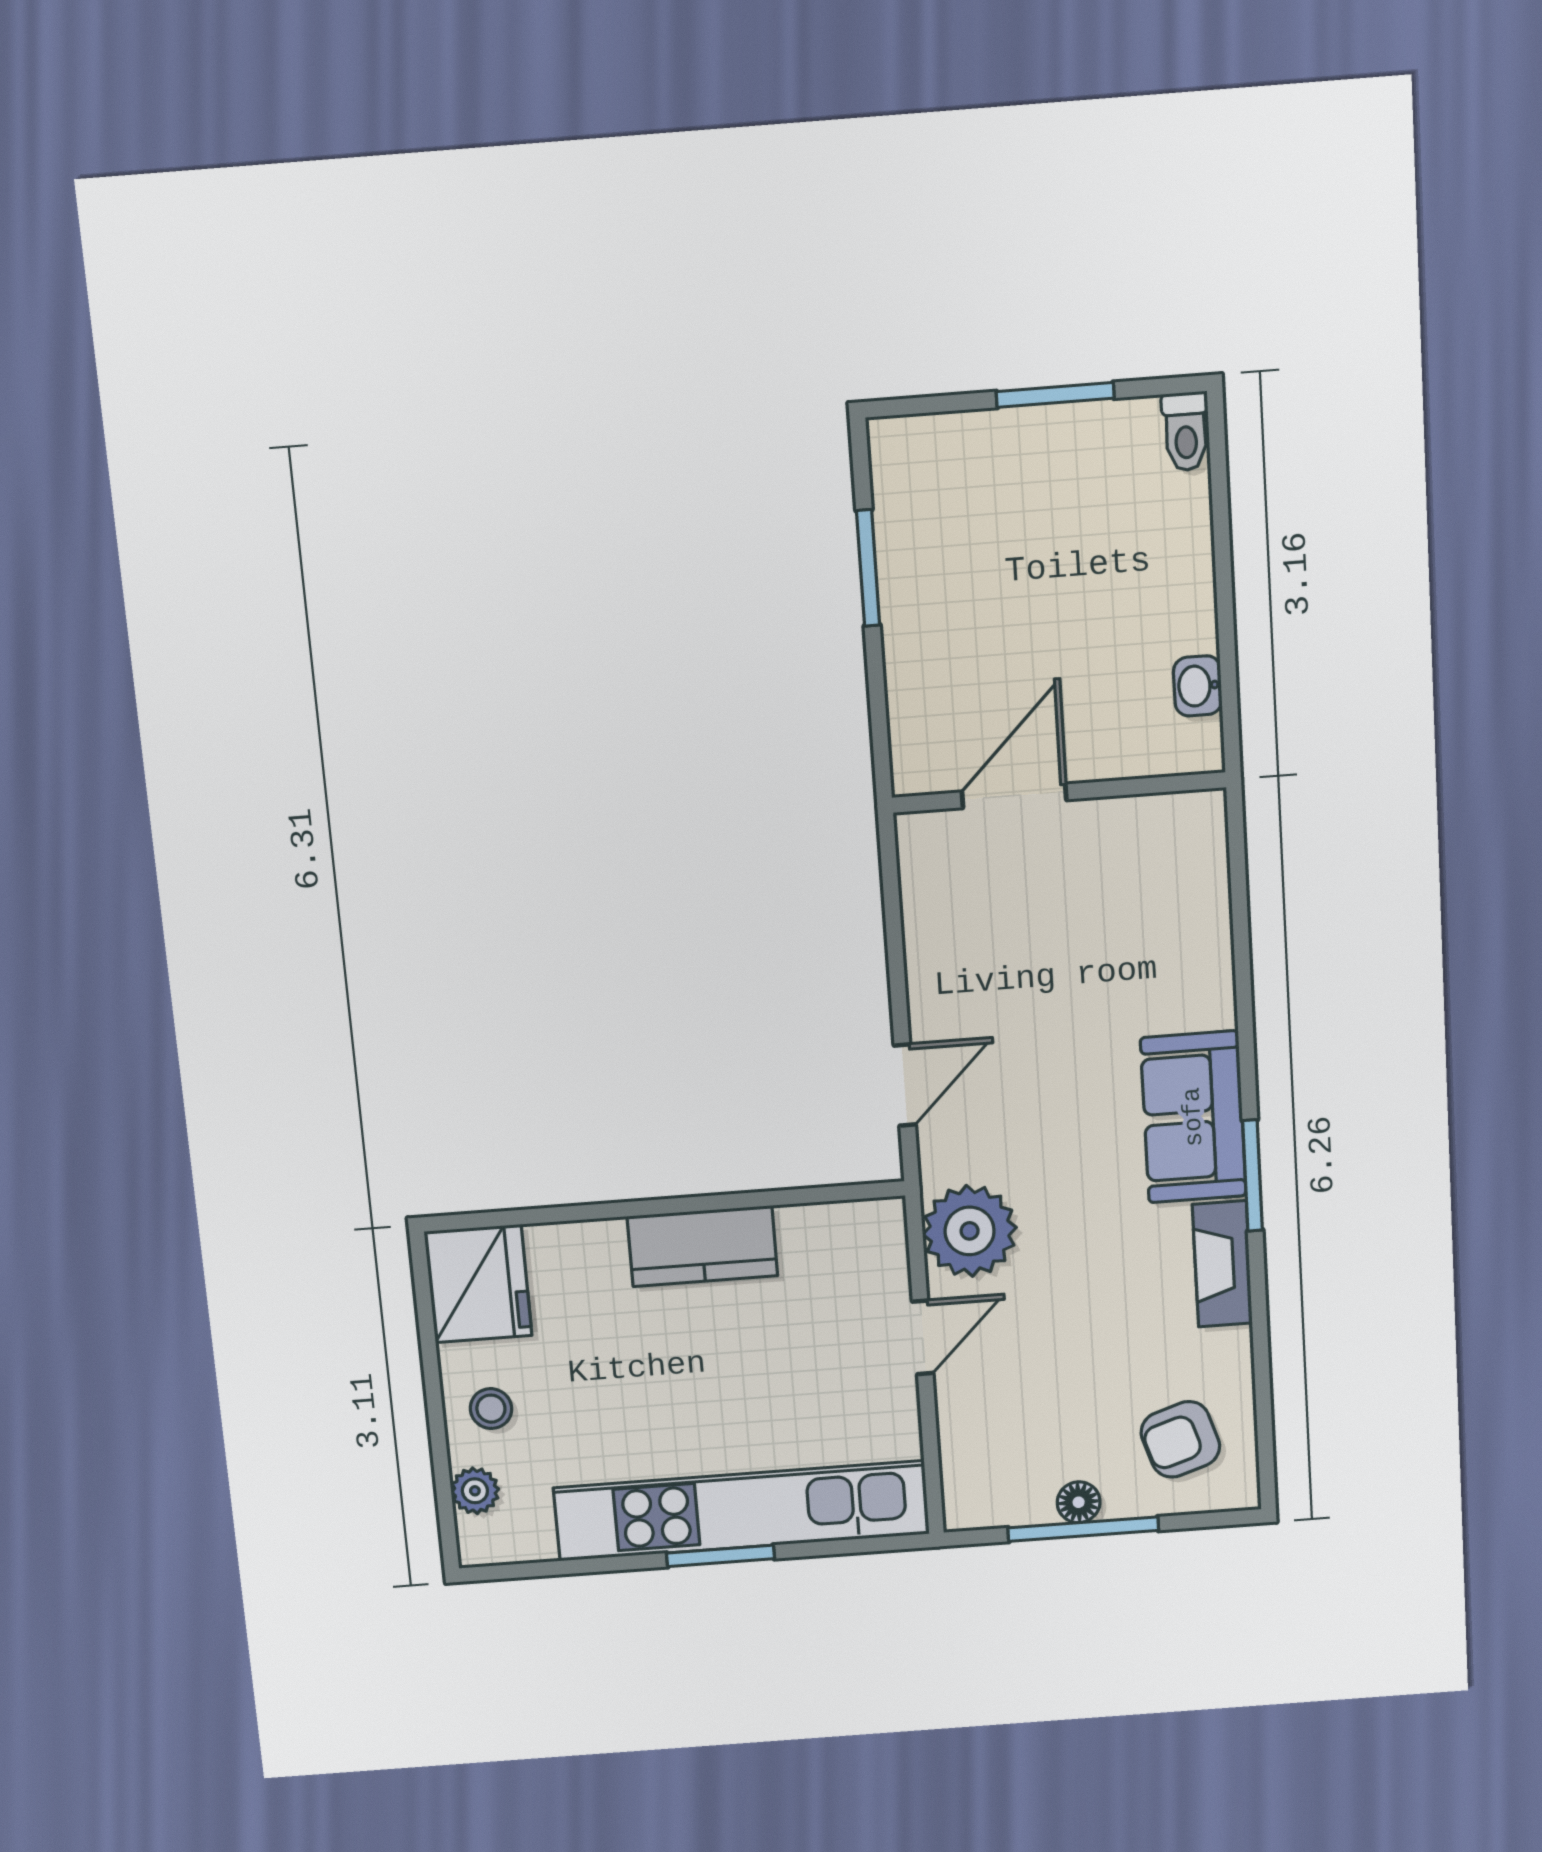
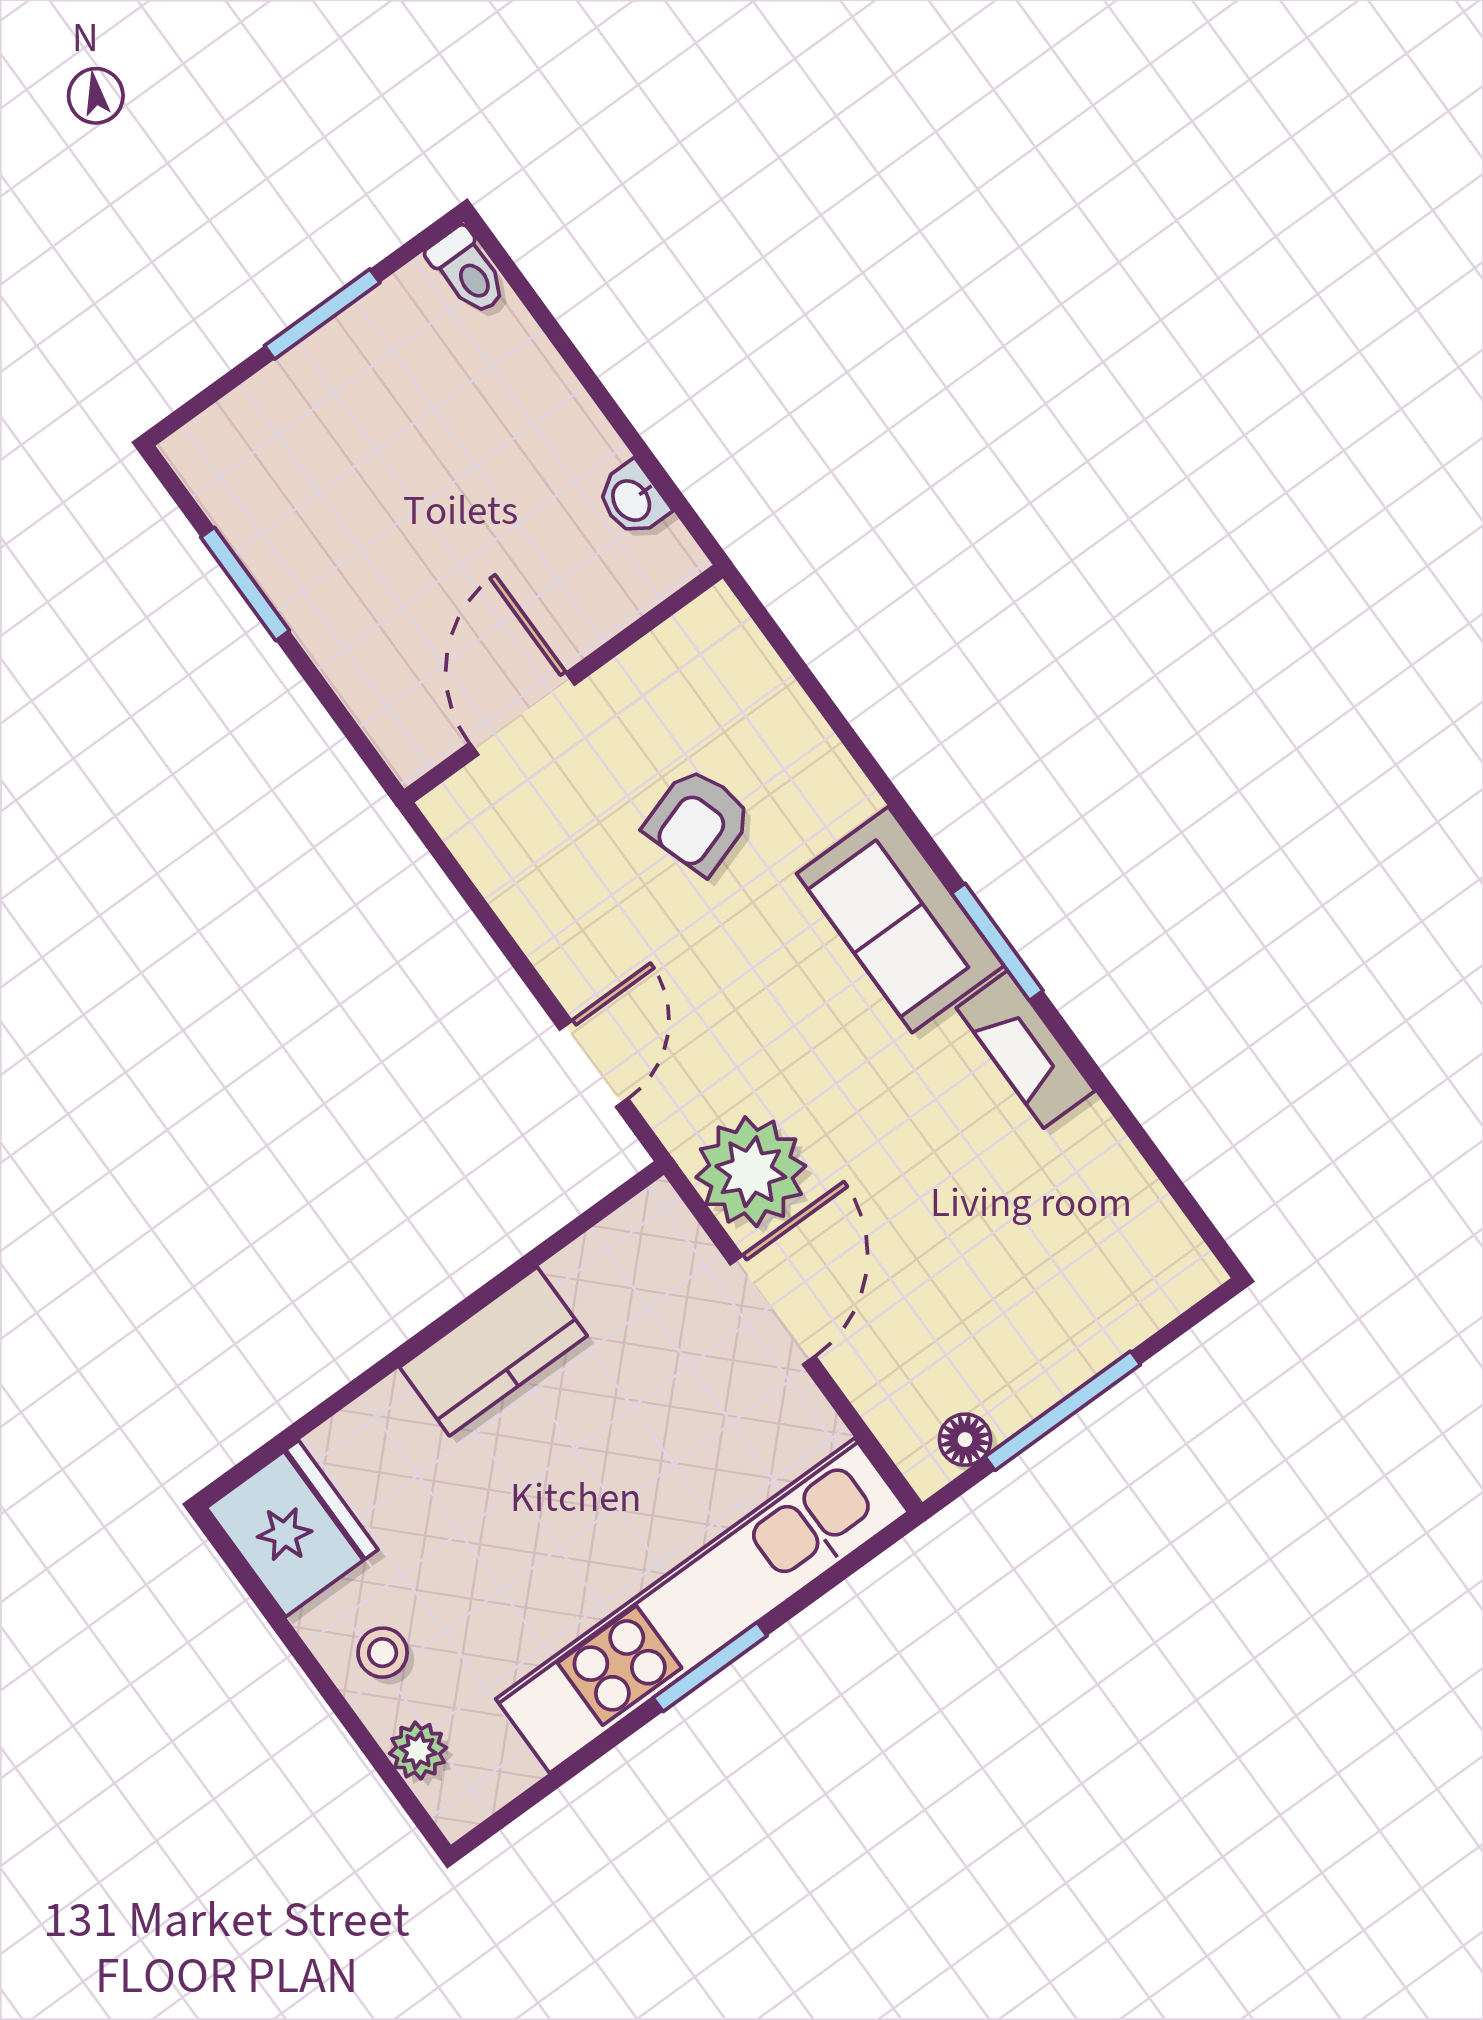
door: (923, 1337) -> (773, 1310), width x1.38
armchair: (1180, 1439) -> (698, 821), moved
floor lamp: (1079, 1502) -> (965, 1440), moved

